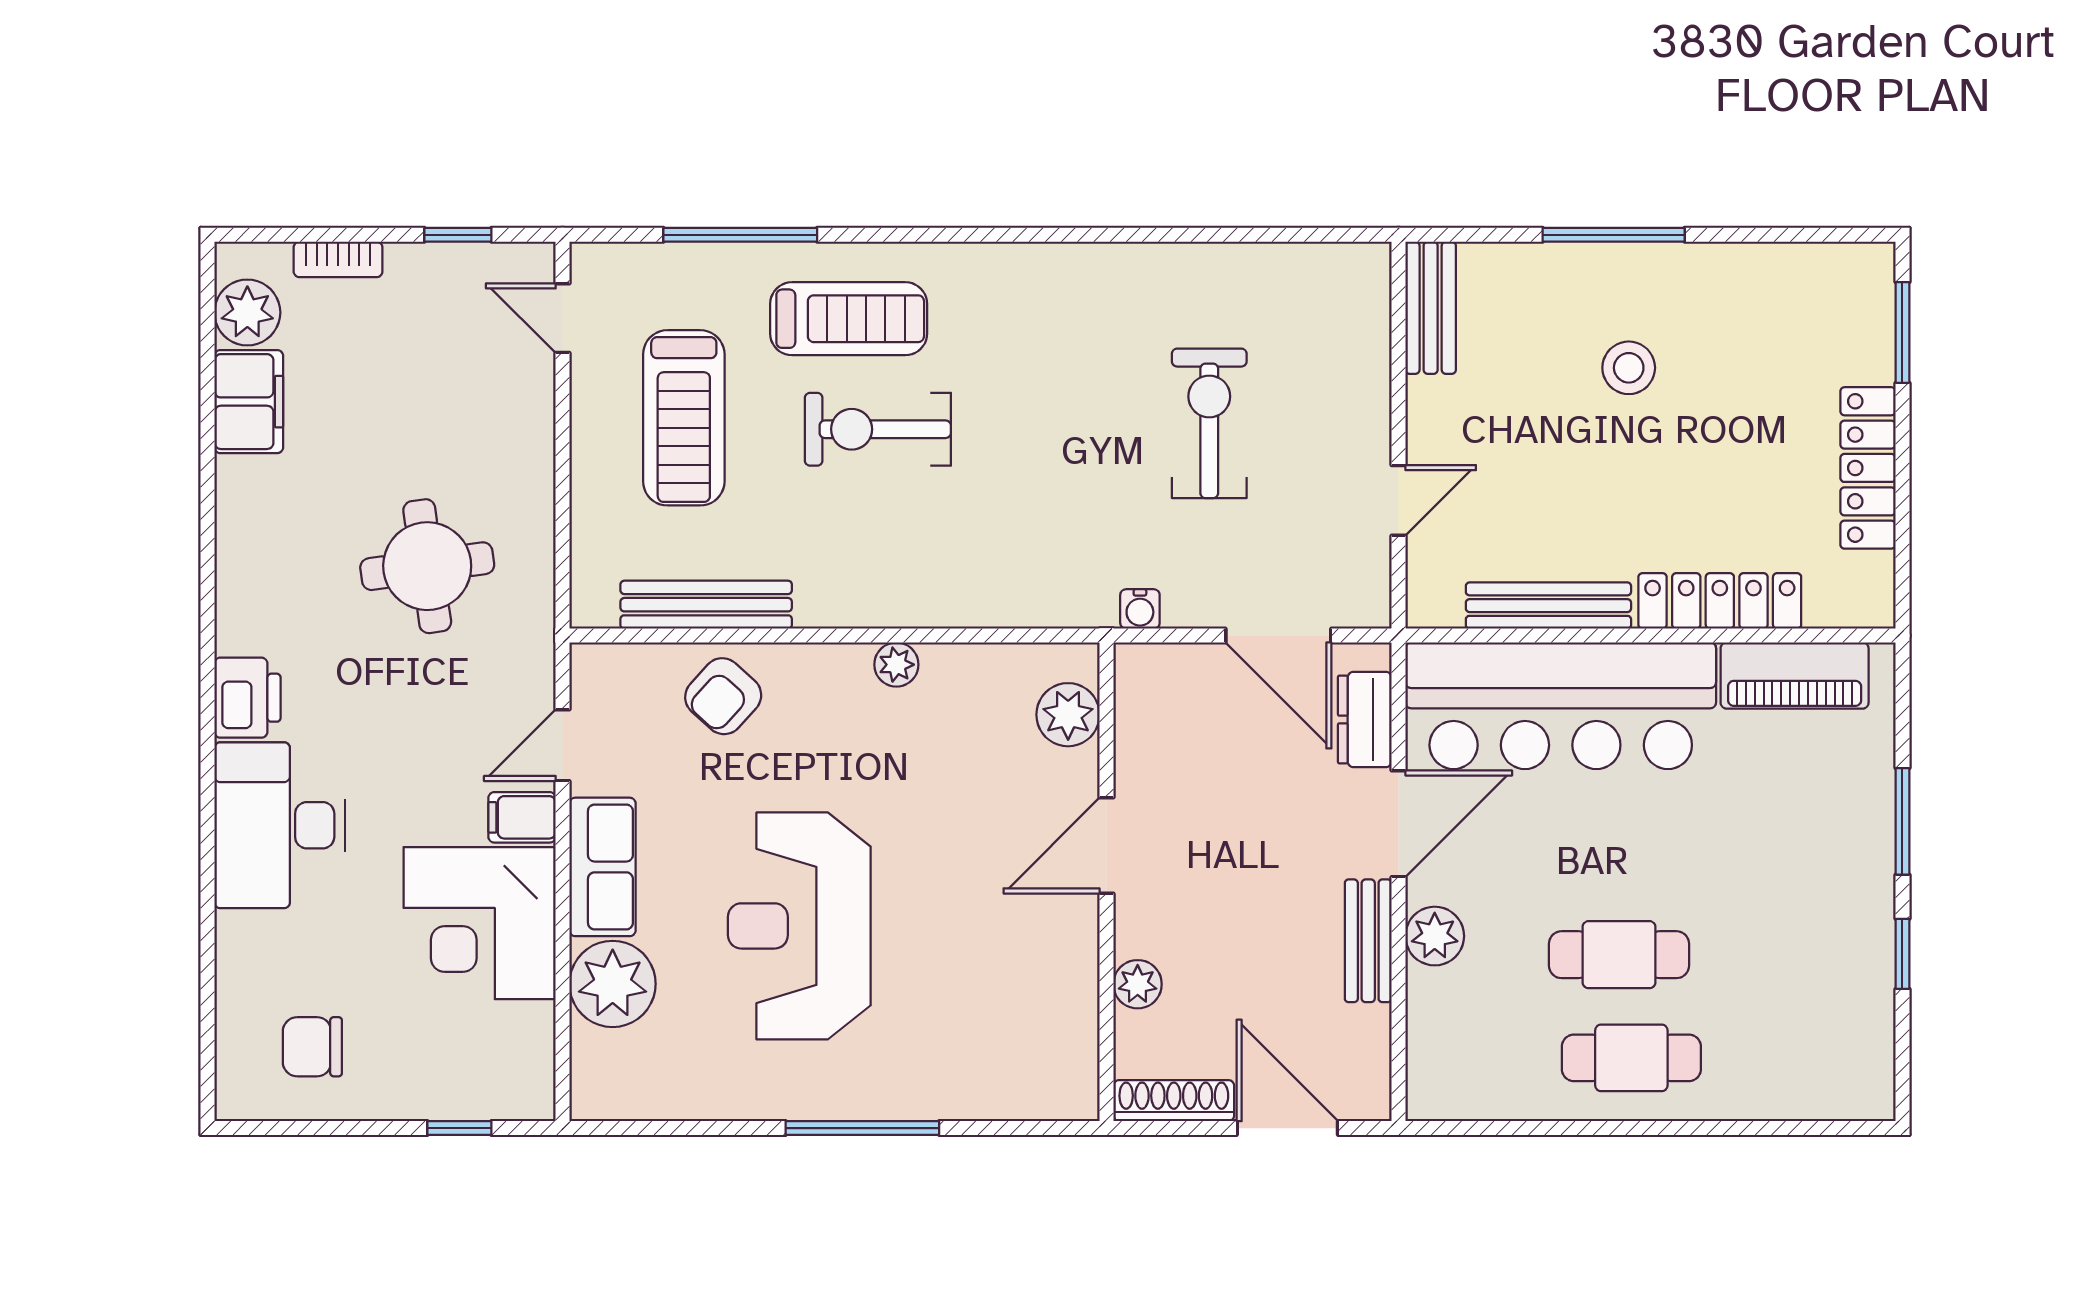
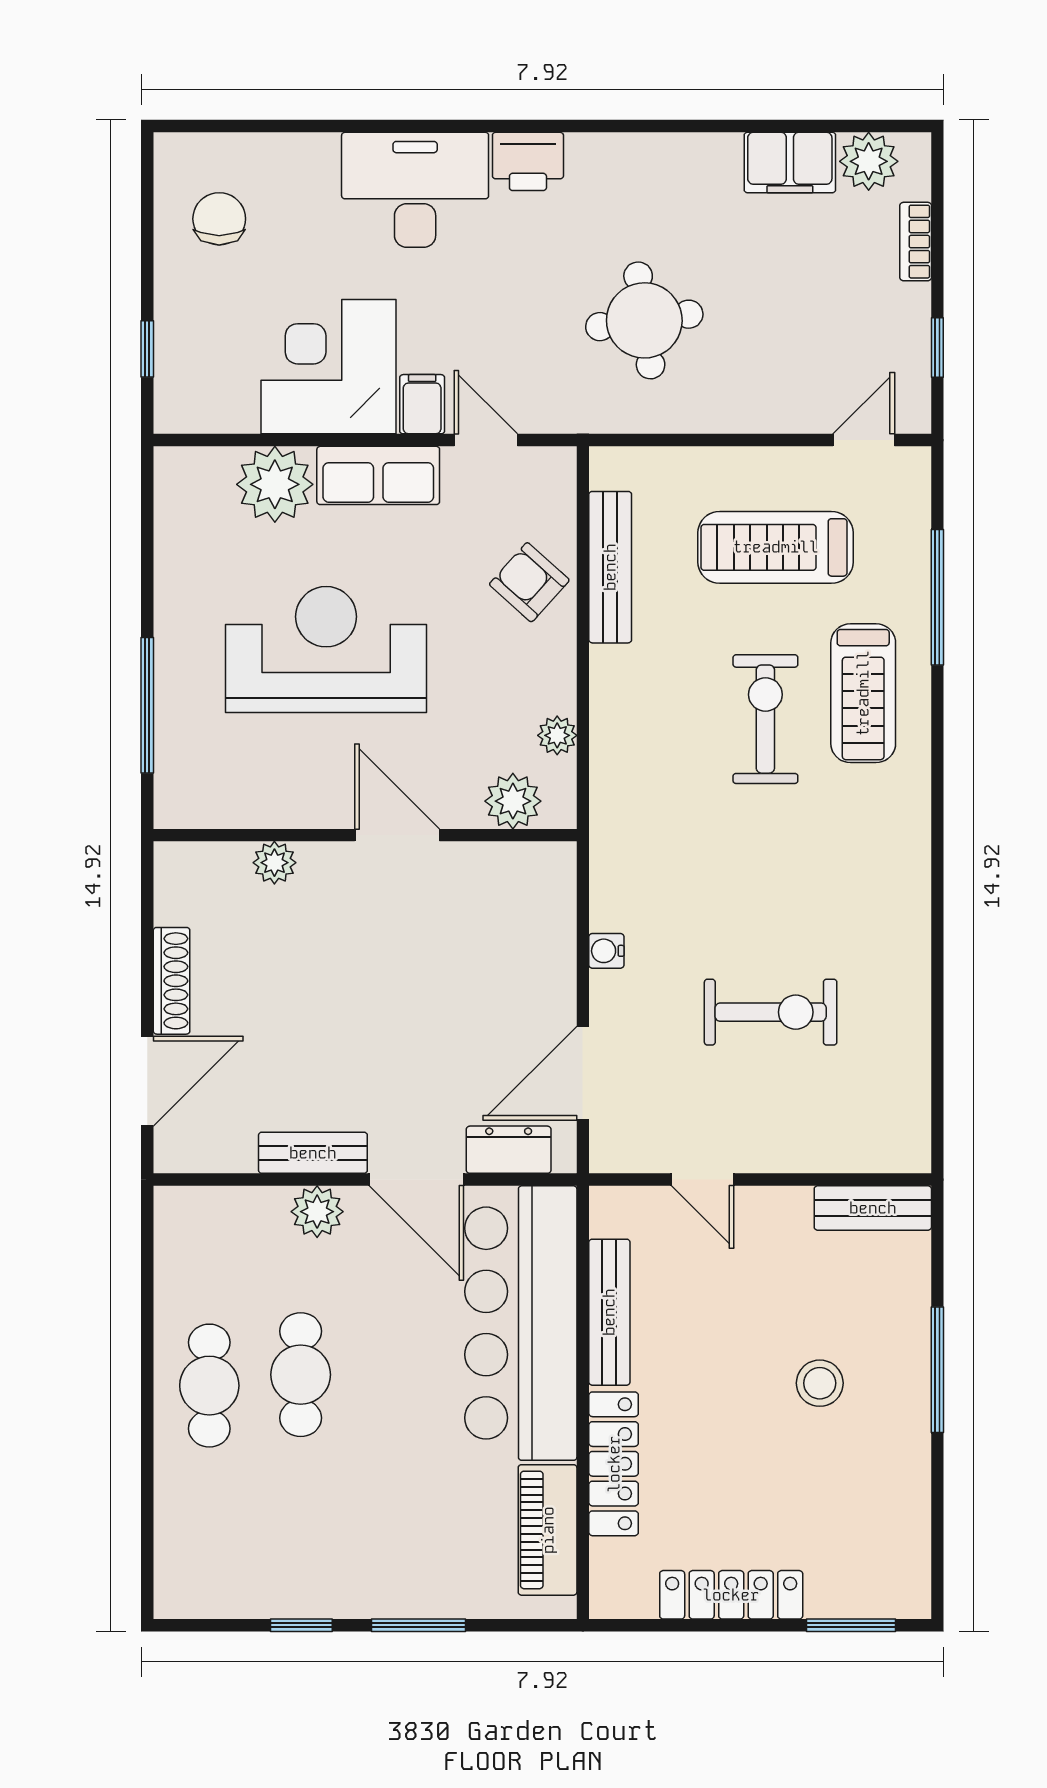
plant: (1068, 715) -> (513, 801), moved
door: (1106, 845) -> (397, 835), moved
wall: (1106, 882) -> (365, 835), moved
plant: (1138, 984) -> (274, 863), moved

